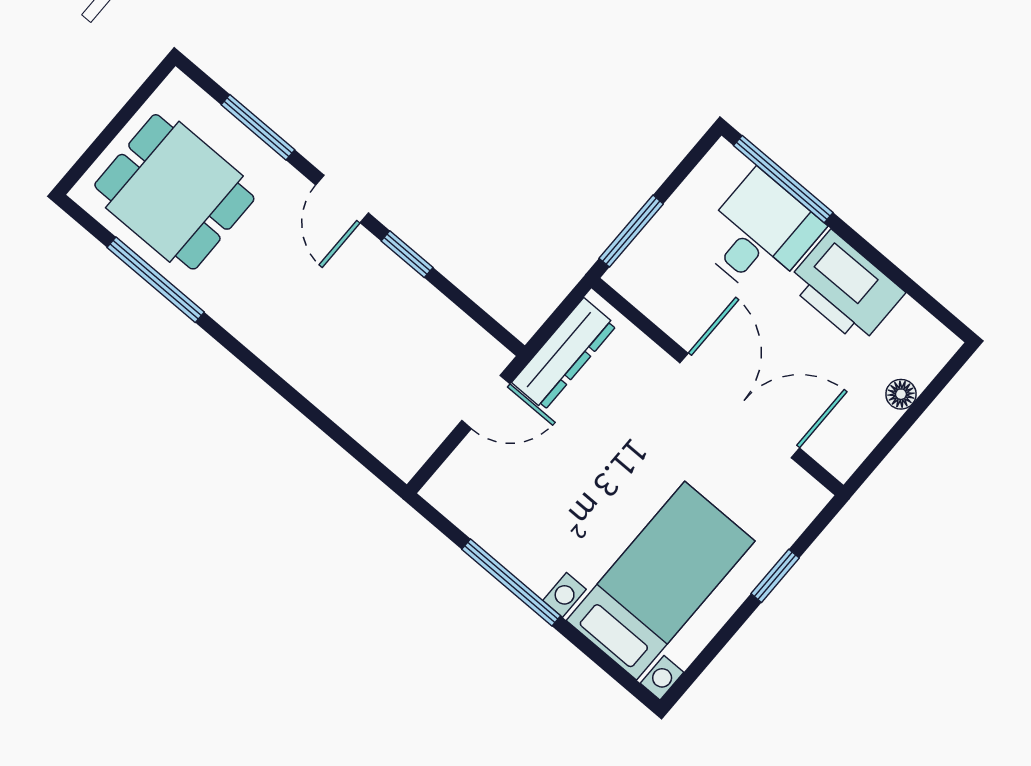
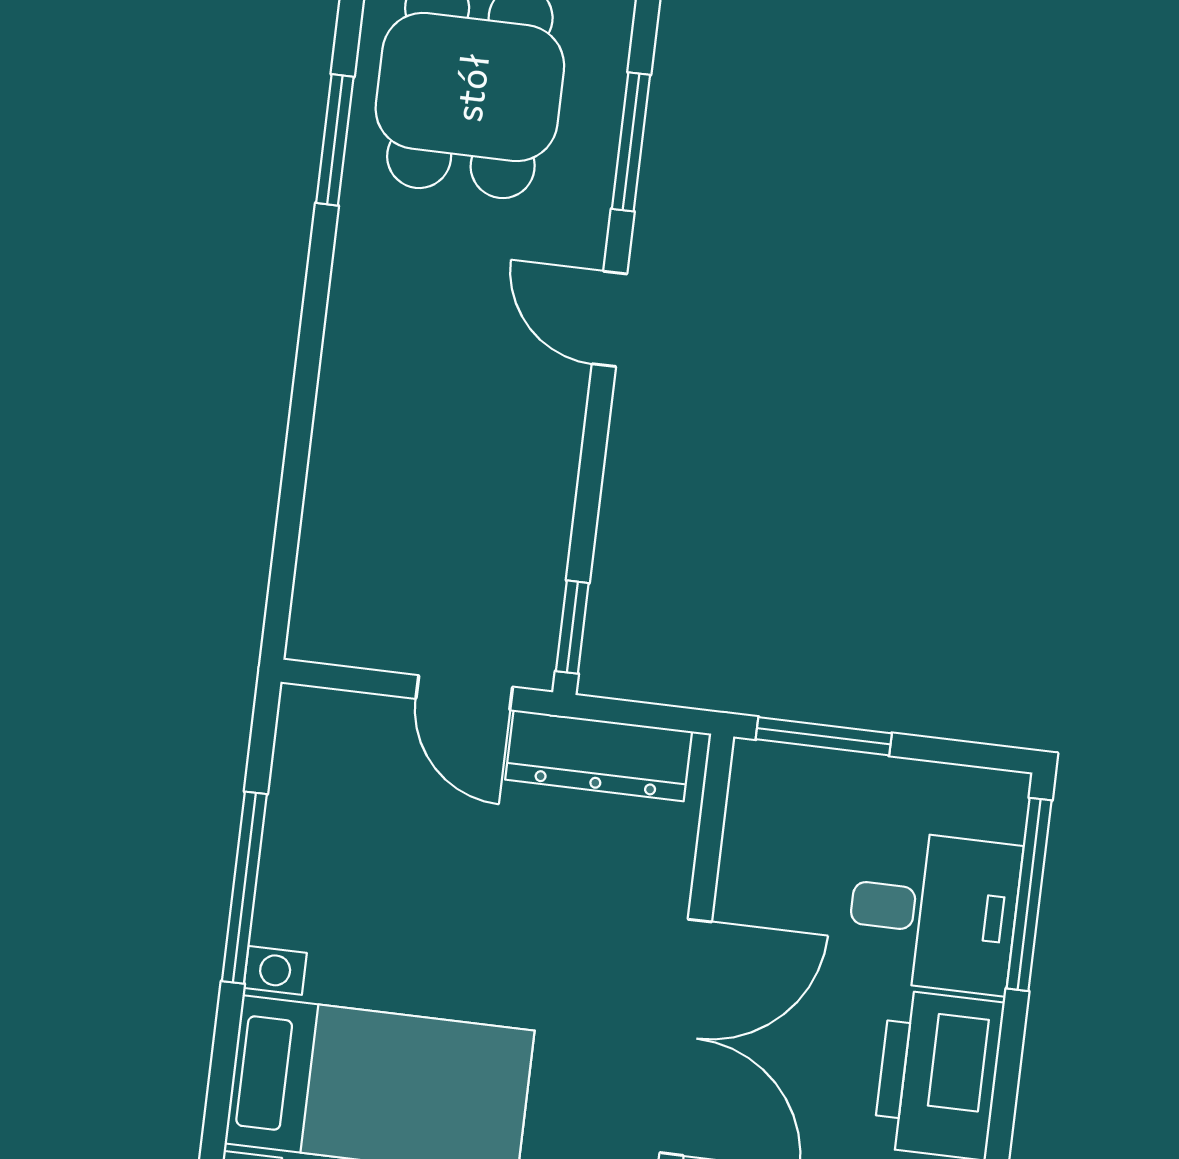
door: (342, 199) -> (610, 319), hinge flipped
window: (407, 254) -> (572, 627), moved
window: (156, 280) -> (335, 140), width x0.69

